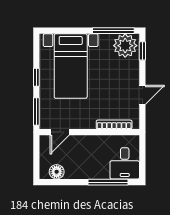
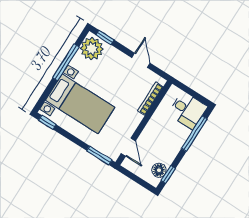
window: (113, 31) -> (66, 62), moved
window: (36, 77) -> (47, 122), moved
window: (58, 182) -> (168, 175), added

